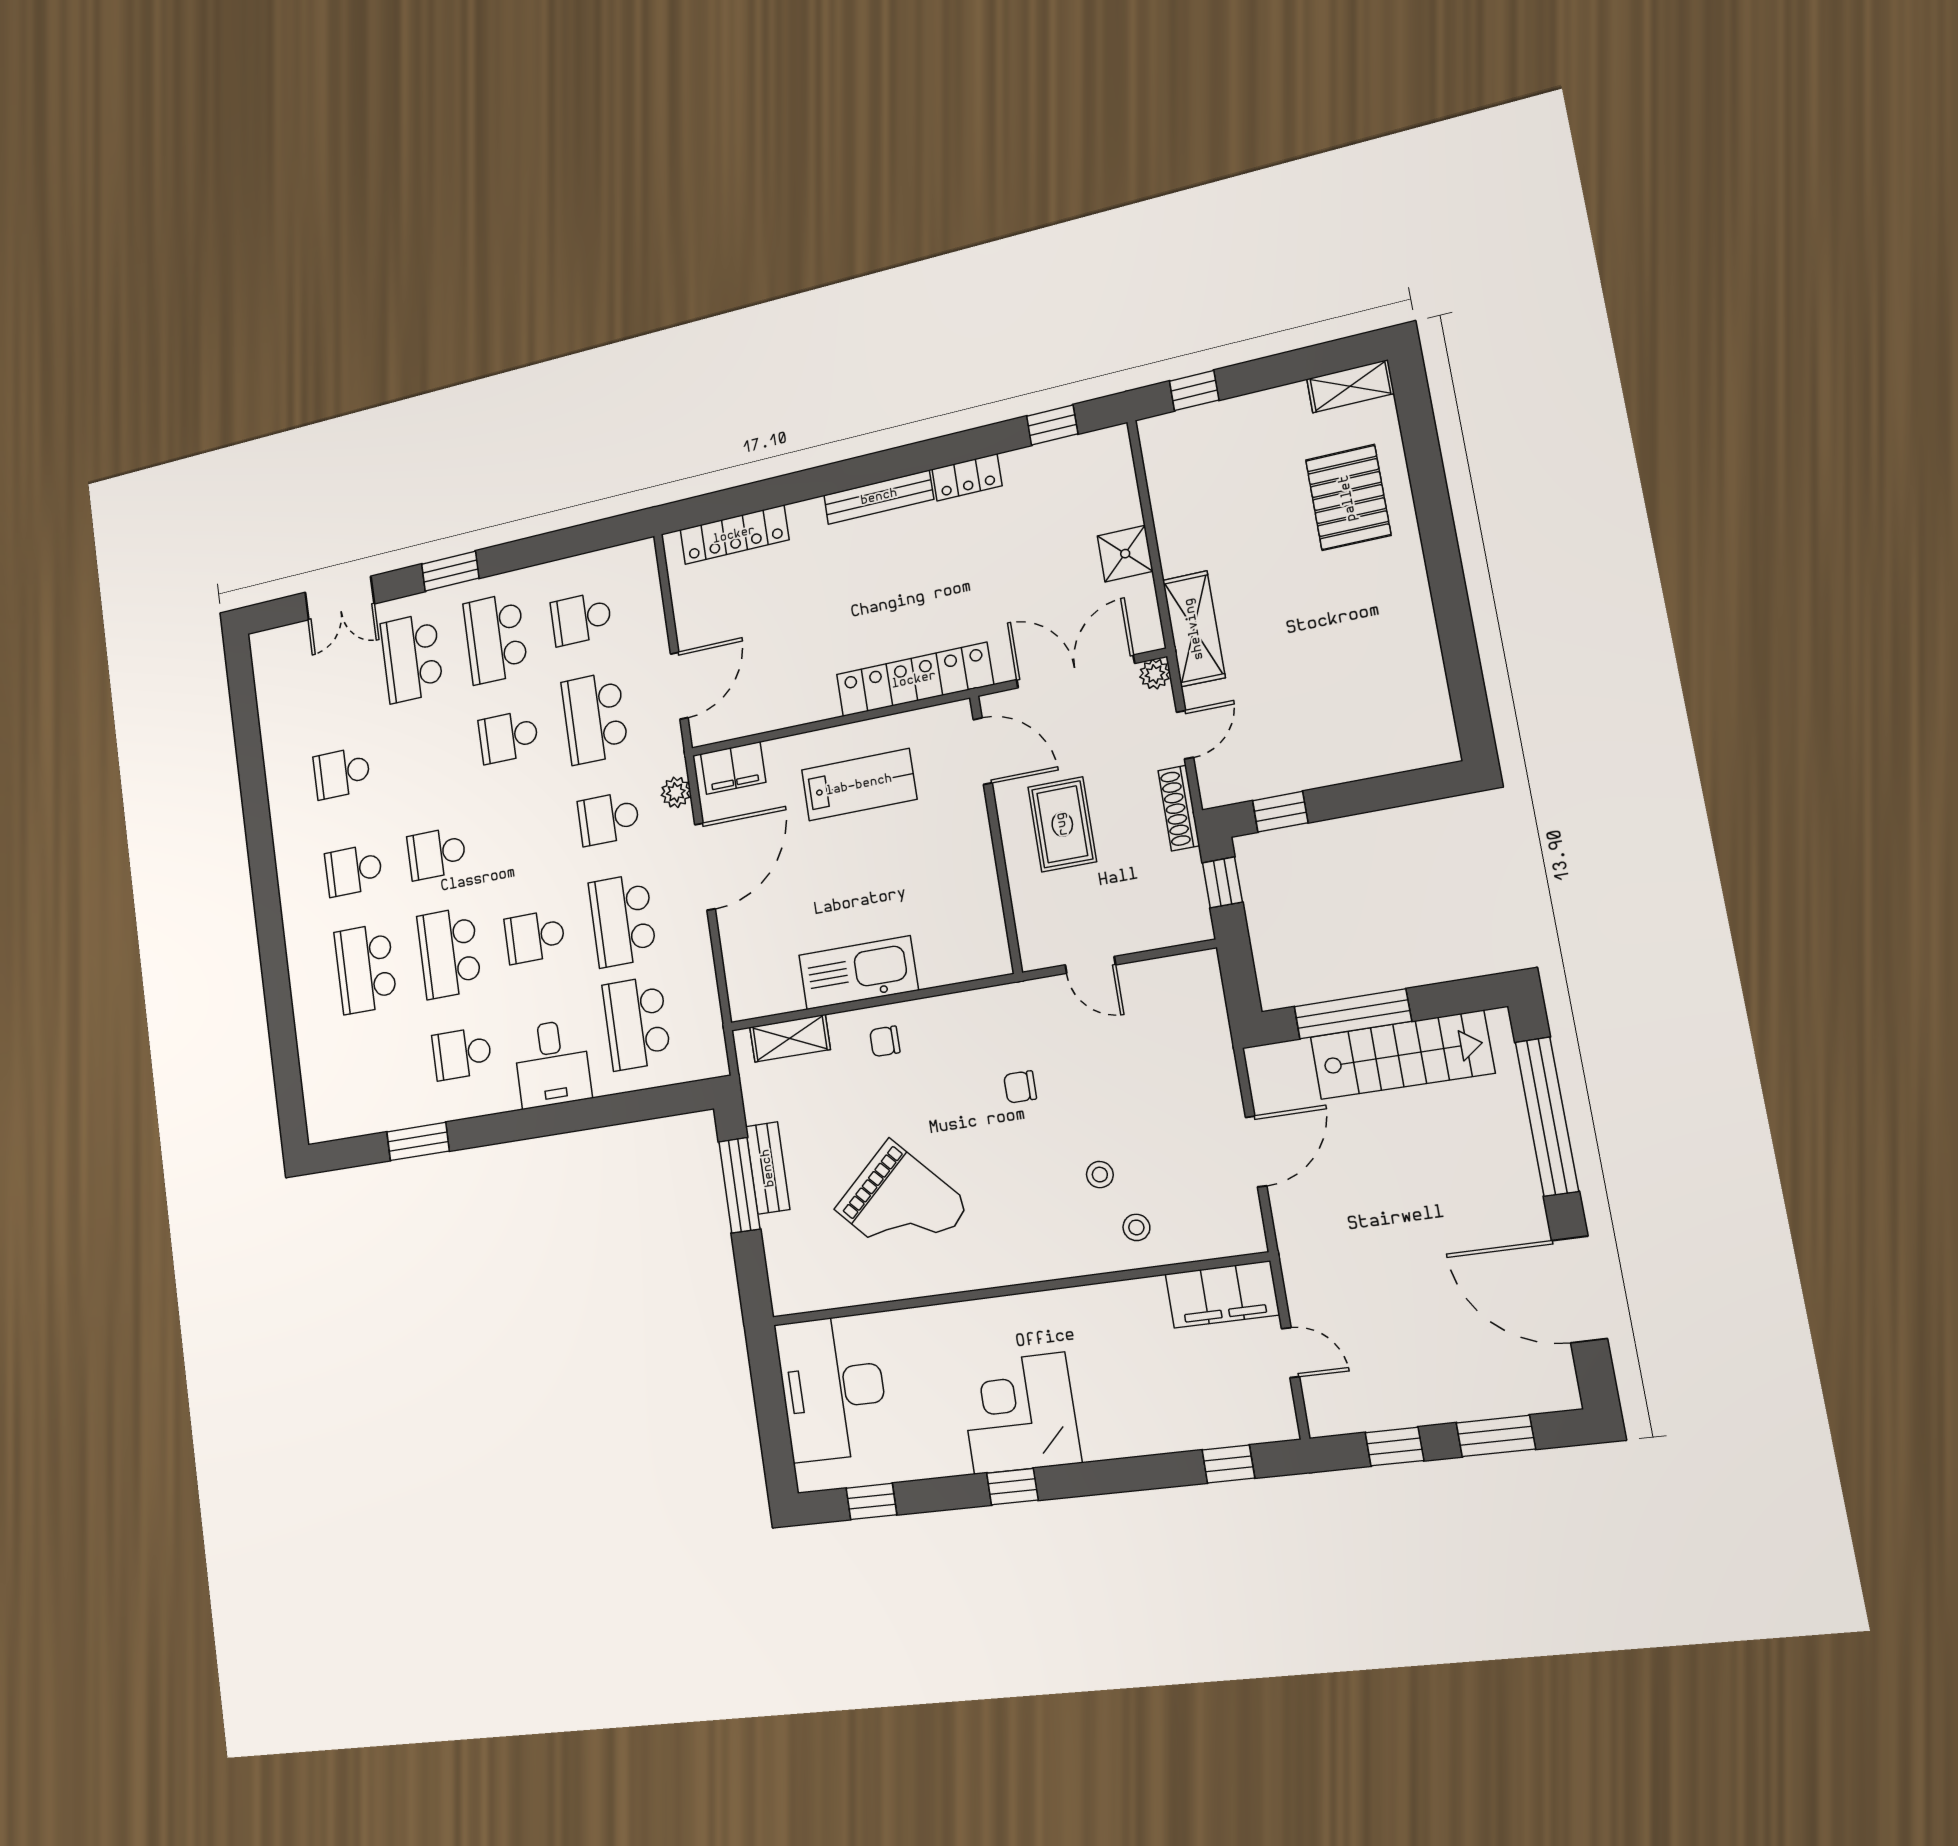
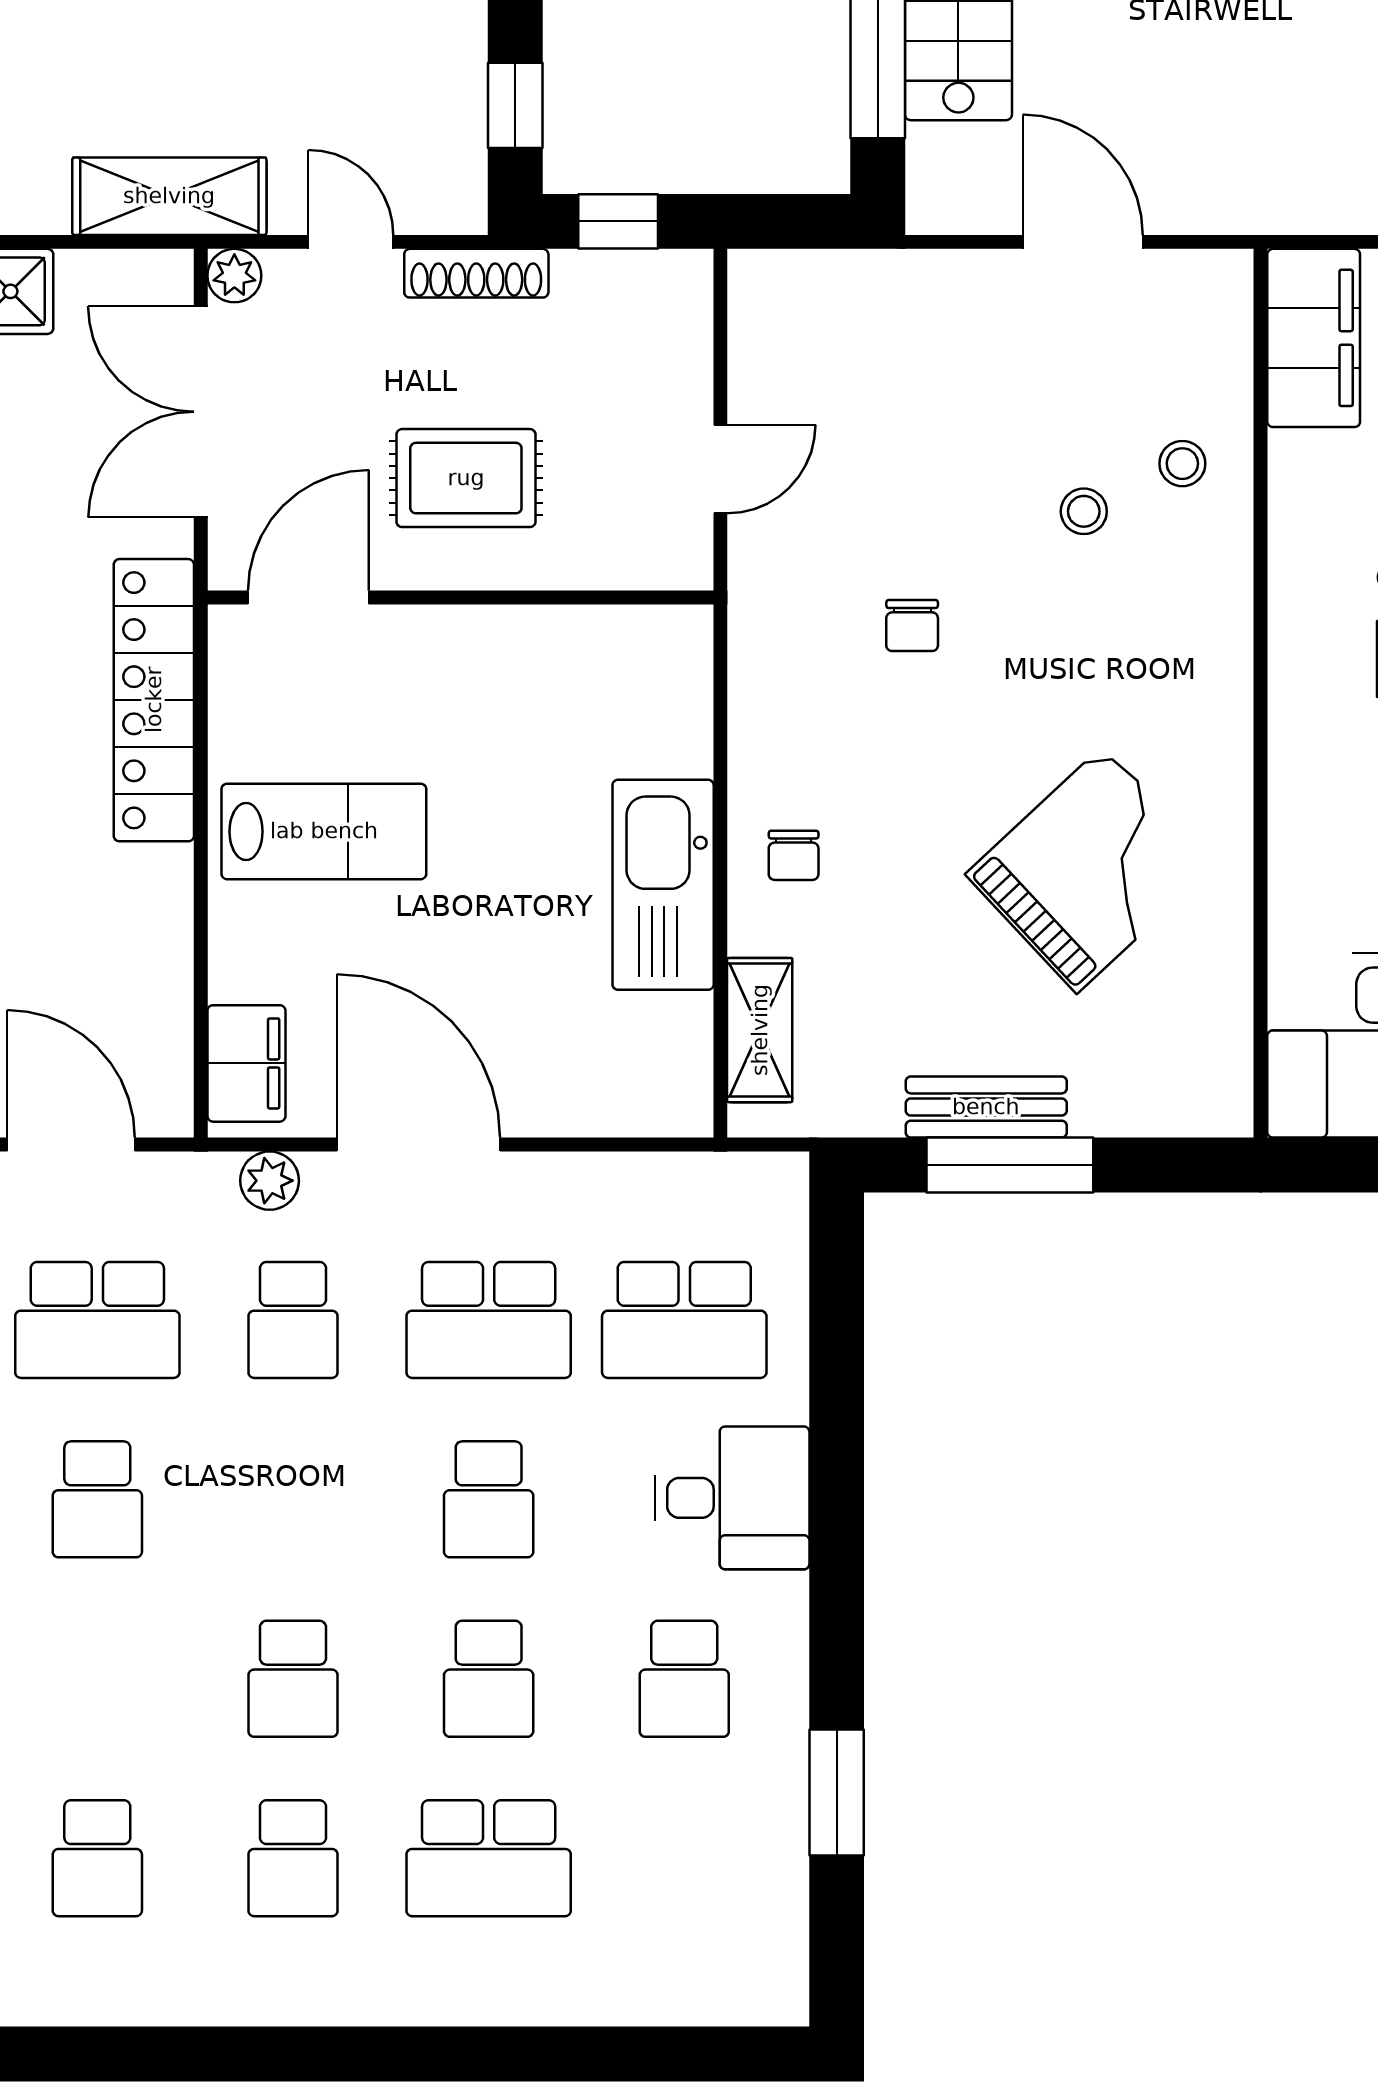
lab bench: (859, 785) -> (324, 831), turned 90
school desk: (449, 953) -> (489, 1679), width x0.54

